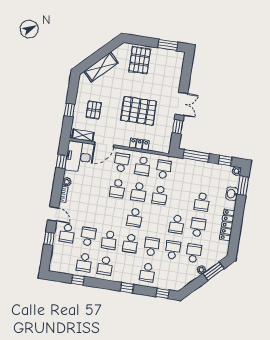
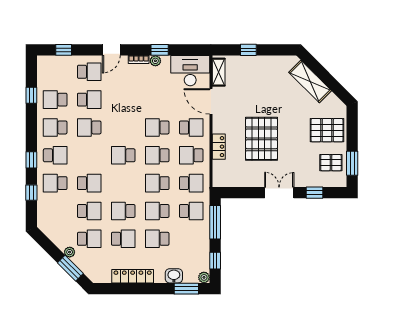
double door: (181, 104) -> (279, 193), swing flipped
pallet: (94, 110) -> (331, 163), moved
window: (178, 127) -> (314, 193), moved
window: (61, 161) -> (160, 50), moved
school desk: (185, 173) -> (191, 211), added
school desk: (181, 198) -> (157, 211), added
school desk: (67, 233) -> (89, 72), turned 180
window: (49, 239) -> (64, 50), moved
school desk: (130, 243) -> (55, 155), moved, turned 180
window: (162, 293) -> (31, 193), moved

